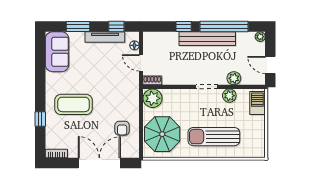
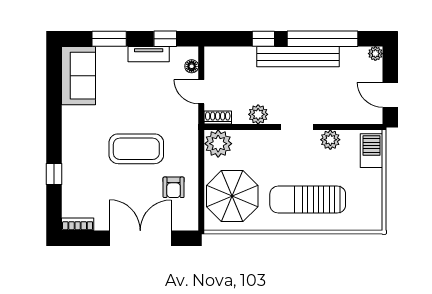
tv unit: (105, 37) -> (149, 54), width x0.71
plant: (234, 78) -> (258, 114), moved
coffee table: (73, 104) -> (136, 149), moved

